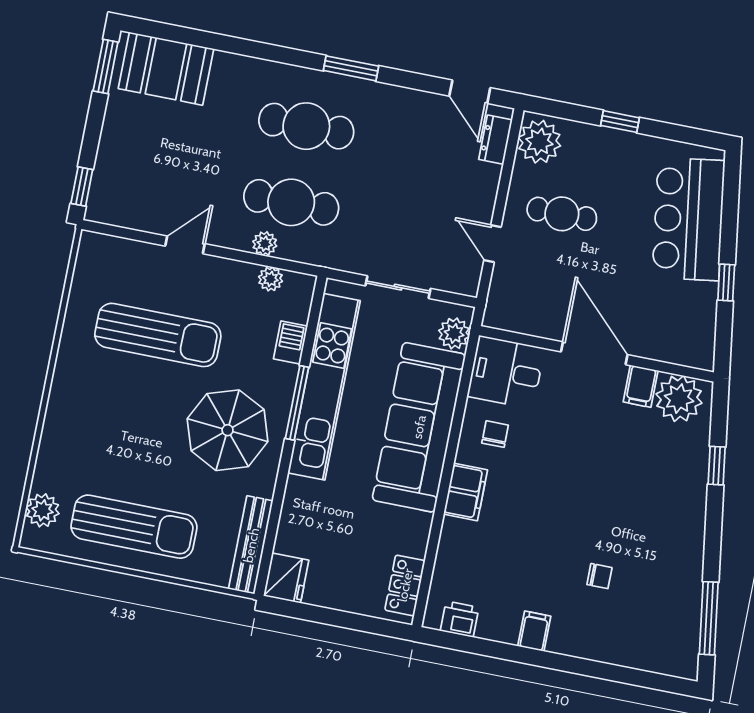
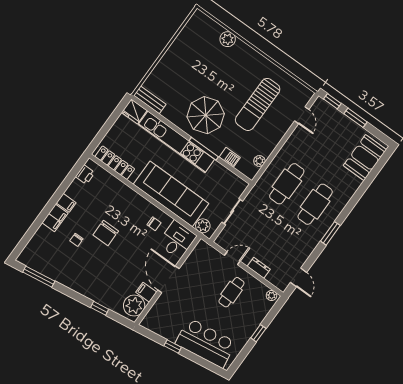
window: (106, 67) -> (356, 118), moved
door: (470, 92) -> (299, 277), swing flipped
dresser: (496, 140) -> (259, 268), moved
plant: (539, 142) -> (272, 295), width x0.53, depth x0.53
plant: (265, 244) -> (275, 165), removed
door: (185, 245) -> (302, 115), moved
door: (594, 353) -> (168, 279), swing flipped
kitchen unit: (324, 387) -> (176, 142), moved
filing cabinet: (466, 492) -> (55, 218), moved, turned -90
plant: (43, 510) -> (228, 39), moved
chair: (559, 523) -> (106, 233), added
sun lounger: (134, 527) -> (184, 59), removed
bench: (251, 545) -> (150, 100), width x0.73
locker: (405, 585) -> (115, 163), width x1.53

